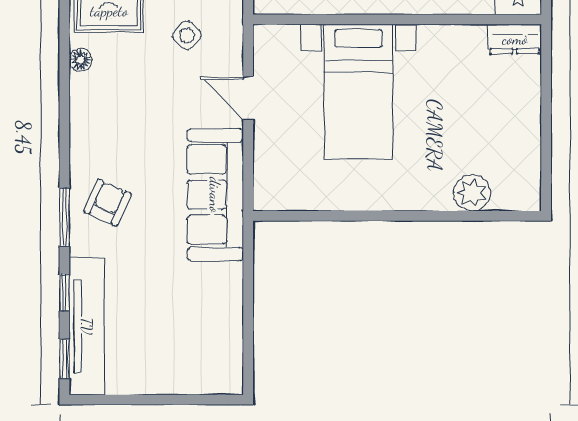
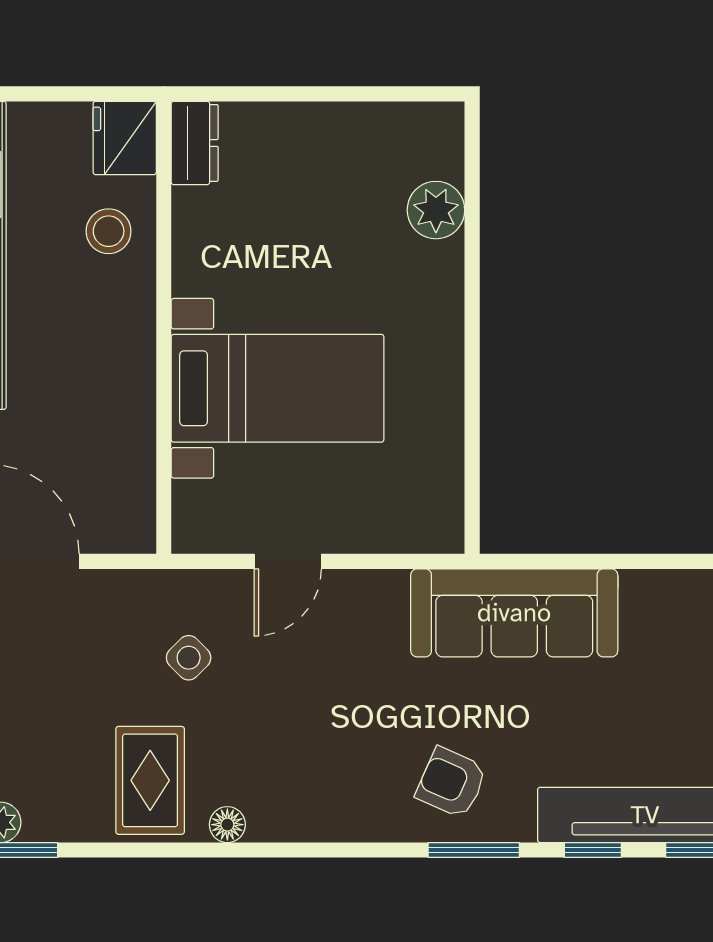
sofa: (215, 195) -> (514, 613), moved

